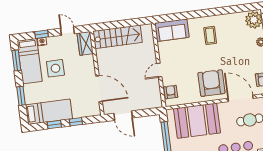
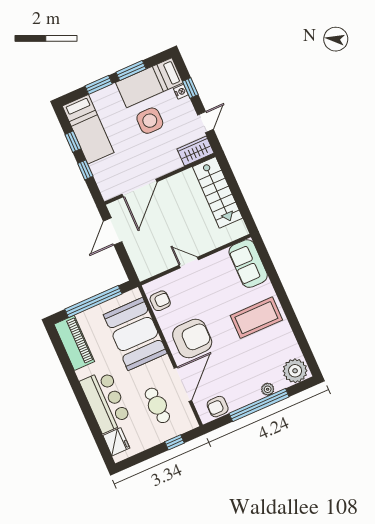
coffee table: (210, 35) -> (256, 318), width x1.86, depth x1.72
window: (16, 60) -> (131, 70), moved
armchair: (171, 92) -> (160, 301), moved

